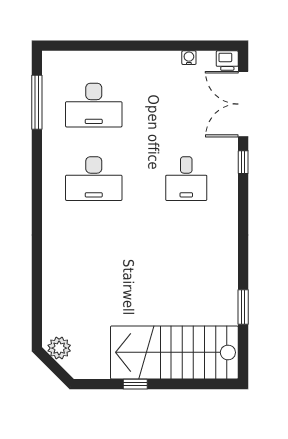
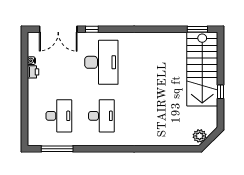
printer: (227, 61) -> (33, 72), moved
desk: (186, 179) -> (101, 62), width x1.87, depth x1.30
window: (243, 307) -> (197, 29), moved

